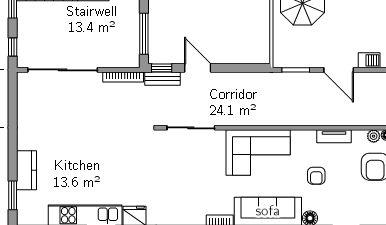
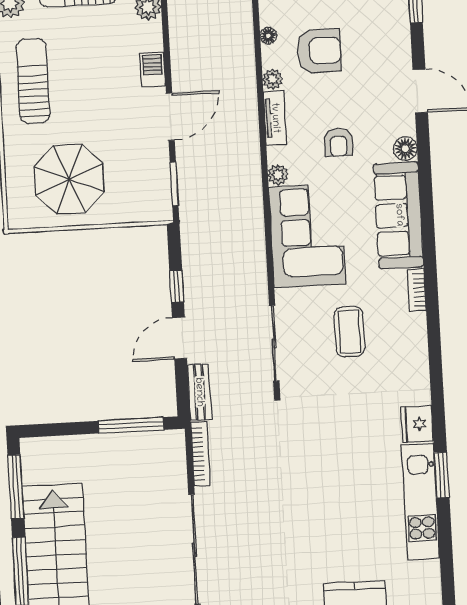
window: (162, 68) -> (177, 286), moved
plant: (298, 136) -> (278, 175), added
plant: (374, 136) -> (273, 79), moved
coffee table: (196, 176) -> (349, 332), added
armchair: (316, 176) -> (338, 142), turned 90

